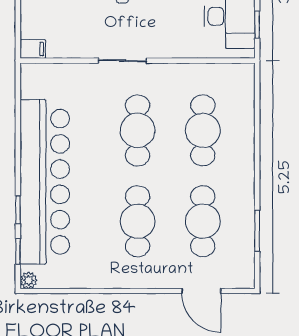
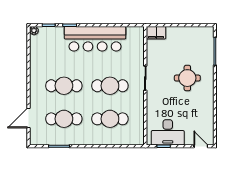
filing cabinet: (33, 49) -> (156, 33), width x2.00
bar counter: (45, 182) -> (95, 39), width x0.73

